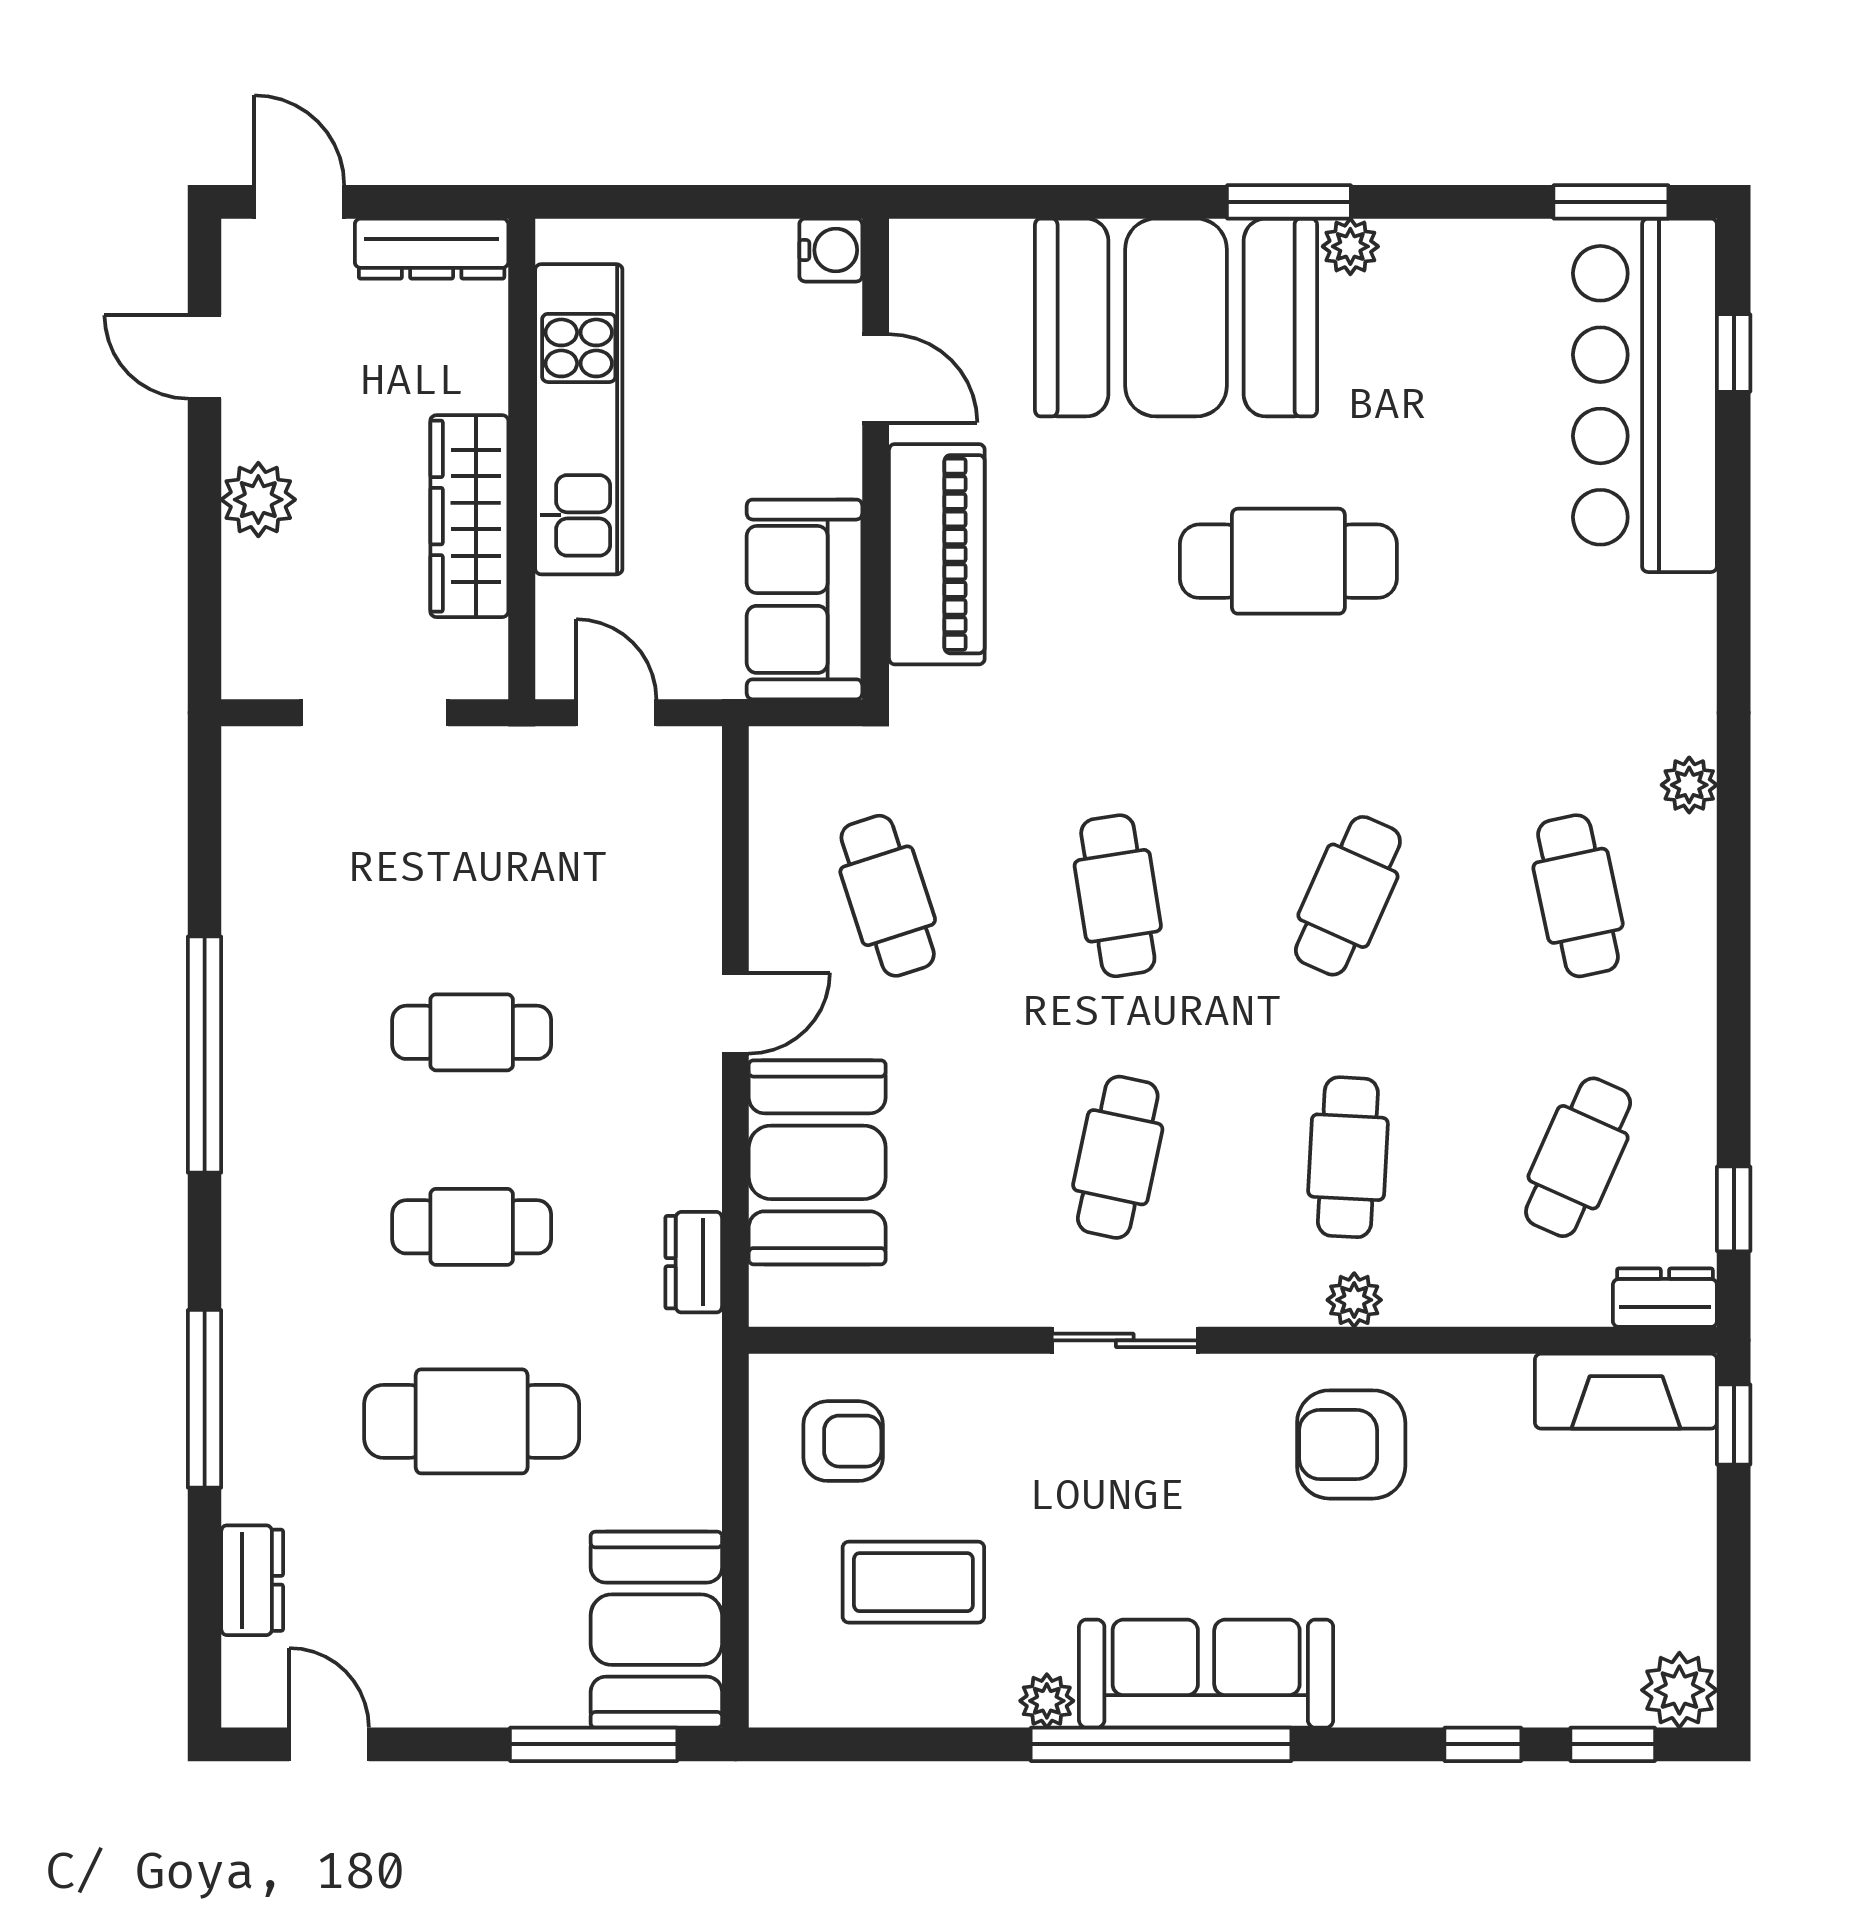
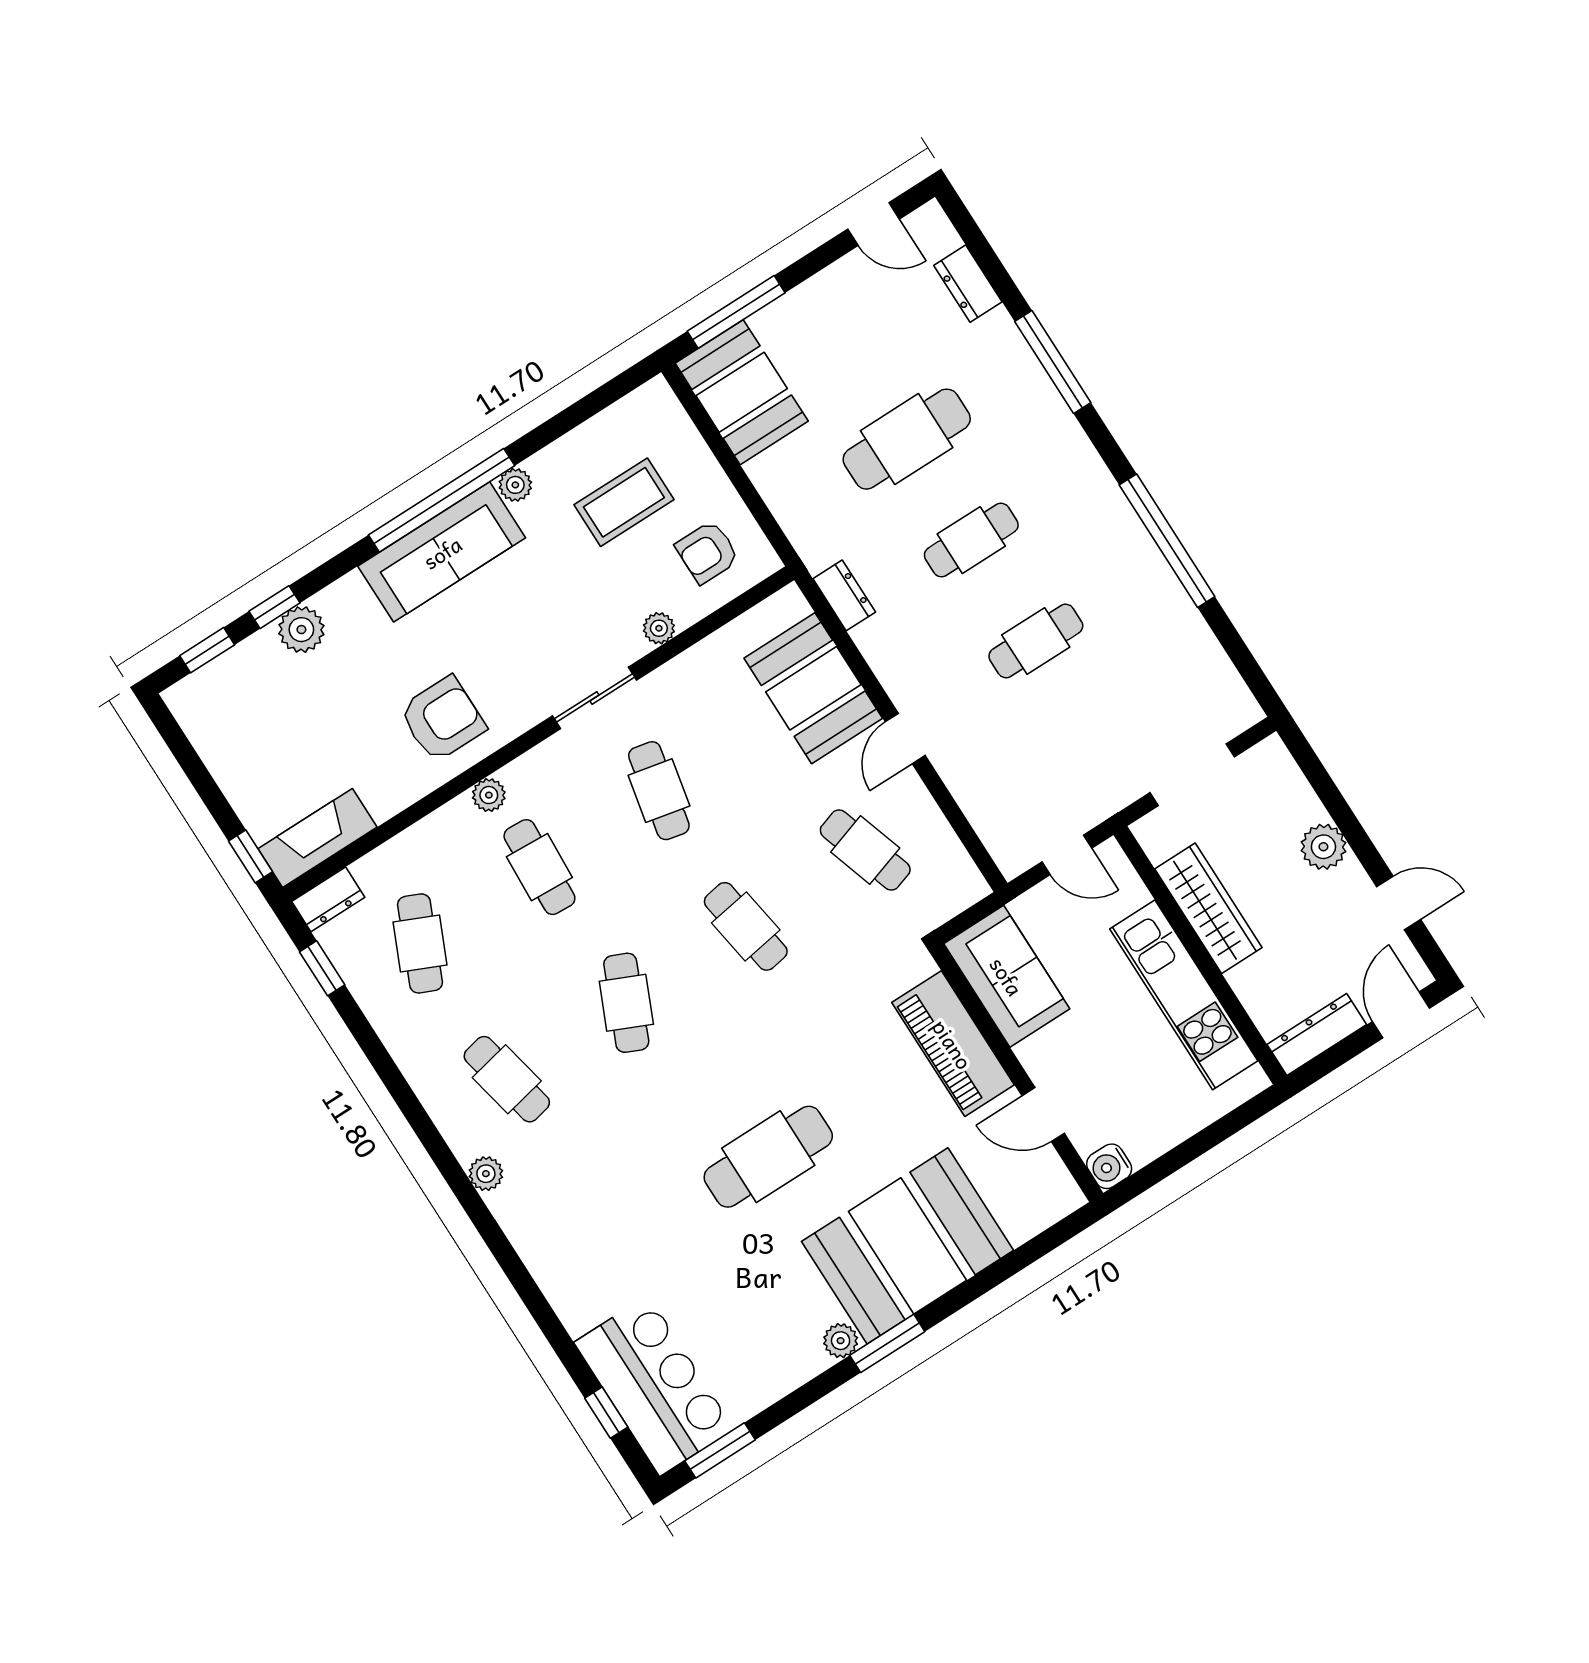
door: (299, 202) -> (1401, 1015), swing flipped
bar counter: (1645, 395) -> (654, 1386), width x0.73
plant: (976, 1379) -> (659, 628), added
plant: (1679, 1690) -> (301, 630), moved

